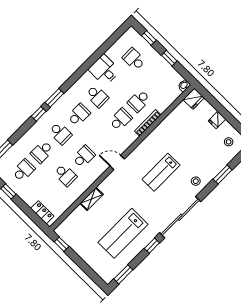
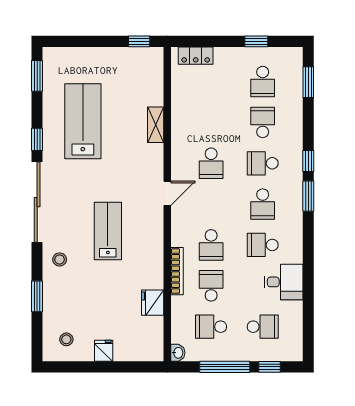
window: (169, 58) -> (225, 367), width x2.17
fridge: (194, 99) -> (153, 303), moved
school desk: (65, 175) -> (211, 327), moved

